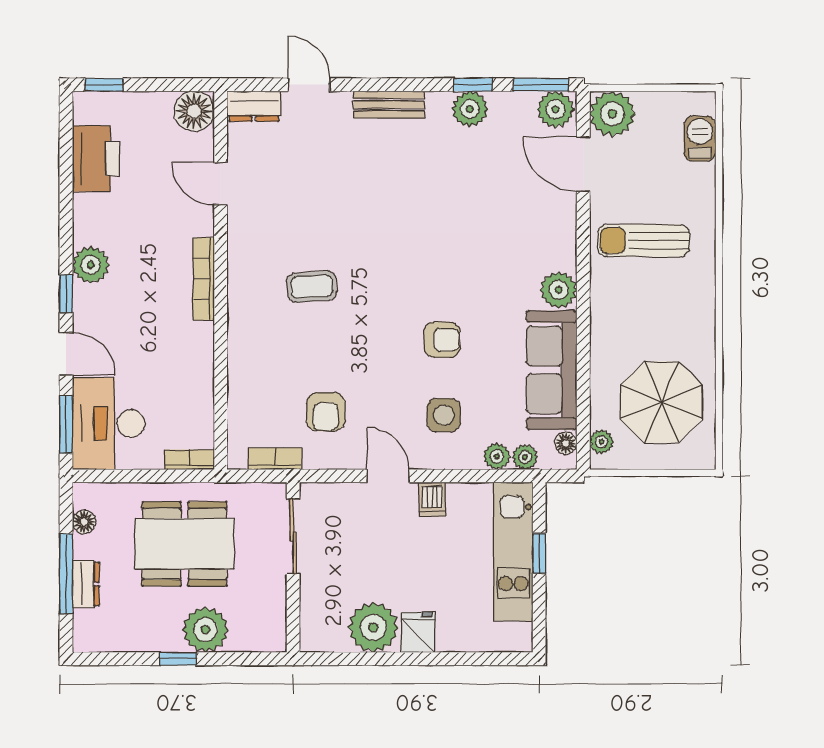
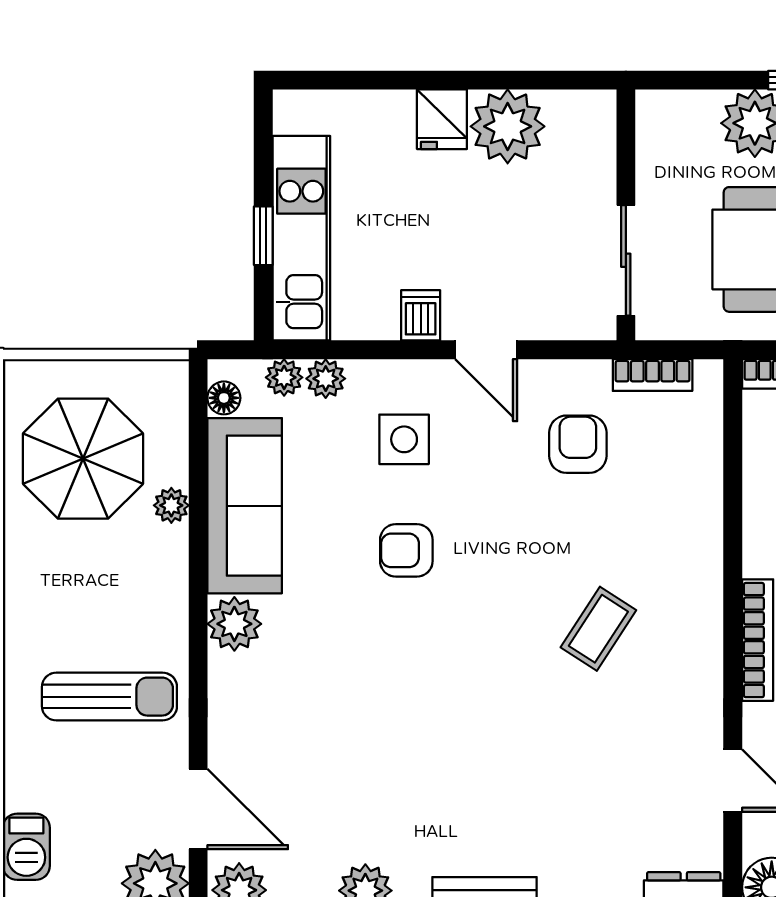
coffee table: (312, 287) -> (598, 629), turned -53
plant: (601, 442) -> (171, 505), moved

